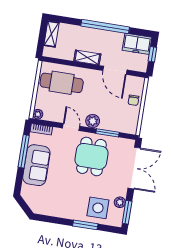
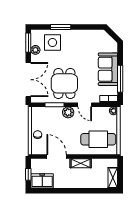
window: (105, 27) -> (70, 191), removed
double door: (134, 168) -> (28, 80), swing flipped

